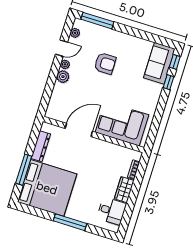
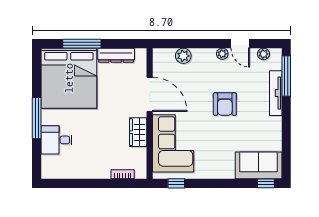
tv unit: (108, 33) -> (276, 93), added
armchair: (105, 63) -> (225, 104), moved
plant: (63, 77) -> (183, 56), moved
window: (169, 82) -> (176, 183), moved
wardrobe: (124, 190) -> (138, 132), moved, turned -90
desk: (112, 211) -> (57, 140), moved, turned 90

